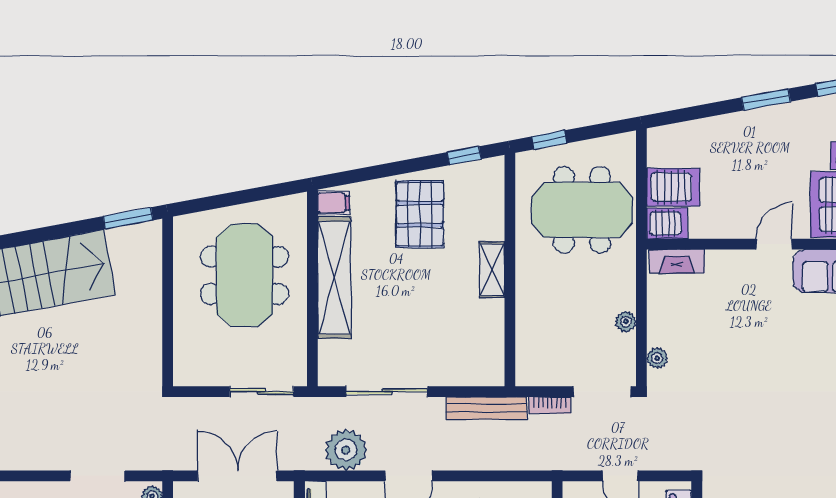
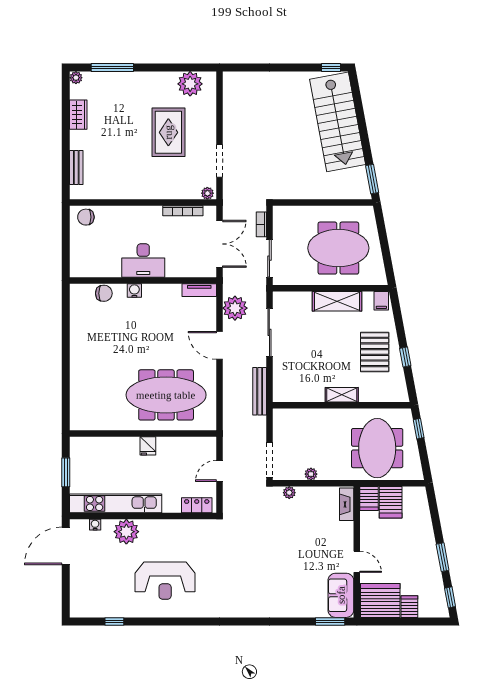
window: (464, 156) -> (405, 357), moved
pallet: (420, 214) -> (375, 352), turned 90
shelving: (334, 278) -> (337, 301), width x0.68
bookcase: (550, 405) -> (261, 224), moved

